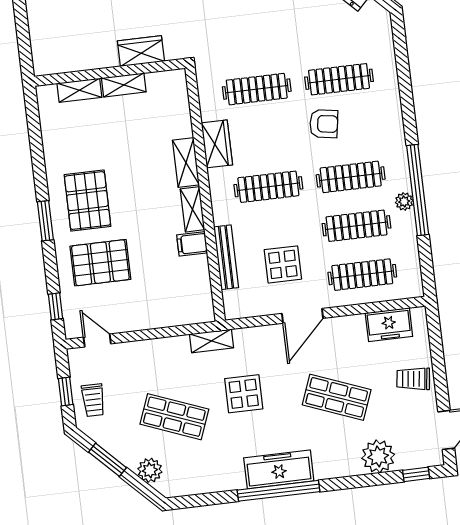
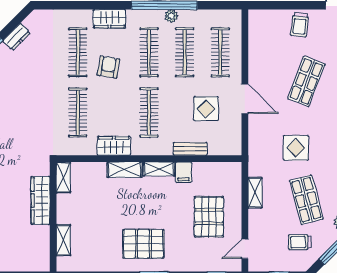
wardrobe: (141, 51) -> (40, 200), width x1.50
shelving: (124, 85) -> (63, 177), moved
wardrobe: (390, 117) -> (109, 19), added
bench: (226, 257) -> (190, 149), width x0.73
pallet: (100, 263) -> (209, 217), moved
freezer: (389, 325) -> (259, 37), removed
shelving: (212, 341) -> (255, 193), moved
trolley: (93, 400) -> (300, 242), moved, turned 180
shop shelf: (174, 417) -> (306, 200), turned -36

